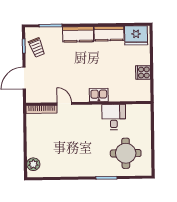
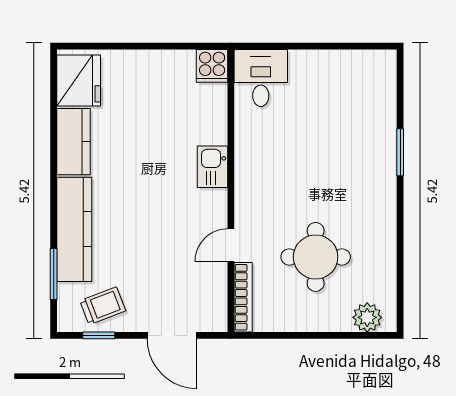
kitchen counter: (78, 34) -> (74, 229), width x1.50
cooker: (143, 72) -> (212, 66), moved
desk: (114, 117) -> (261, 78), moved, turned 90
round table: (126, 153) -> (316, 257), moved

